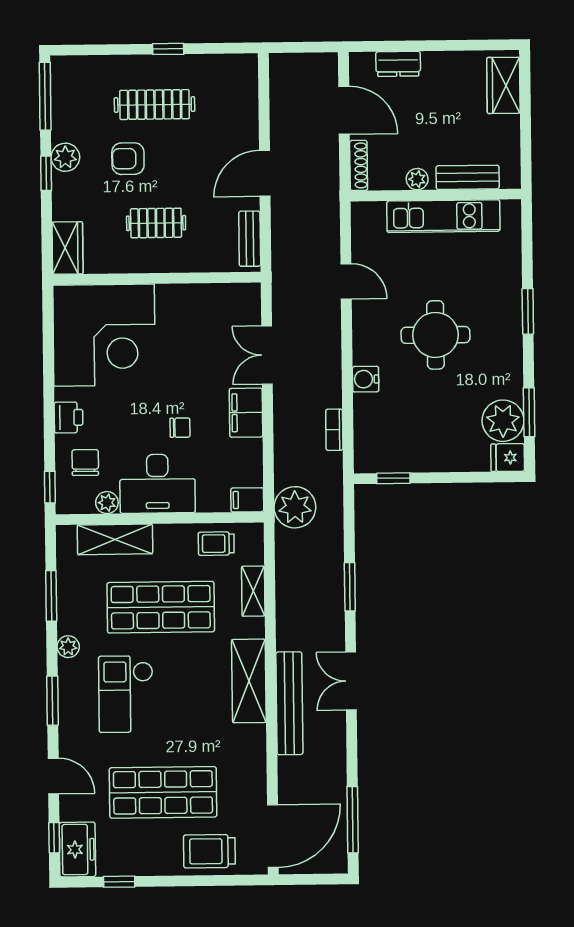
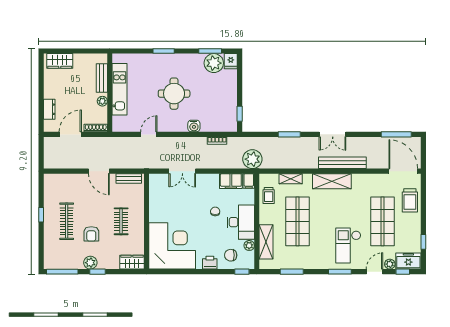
filing cabinet: (246, 413) -> (231, 181), moved
plant: (68, 647) -> (390, 264), moved
checkout: (126, 694) -> (348, 246), moved, turned 90

